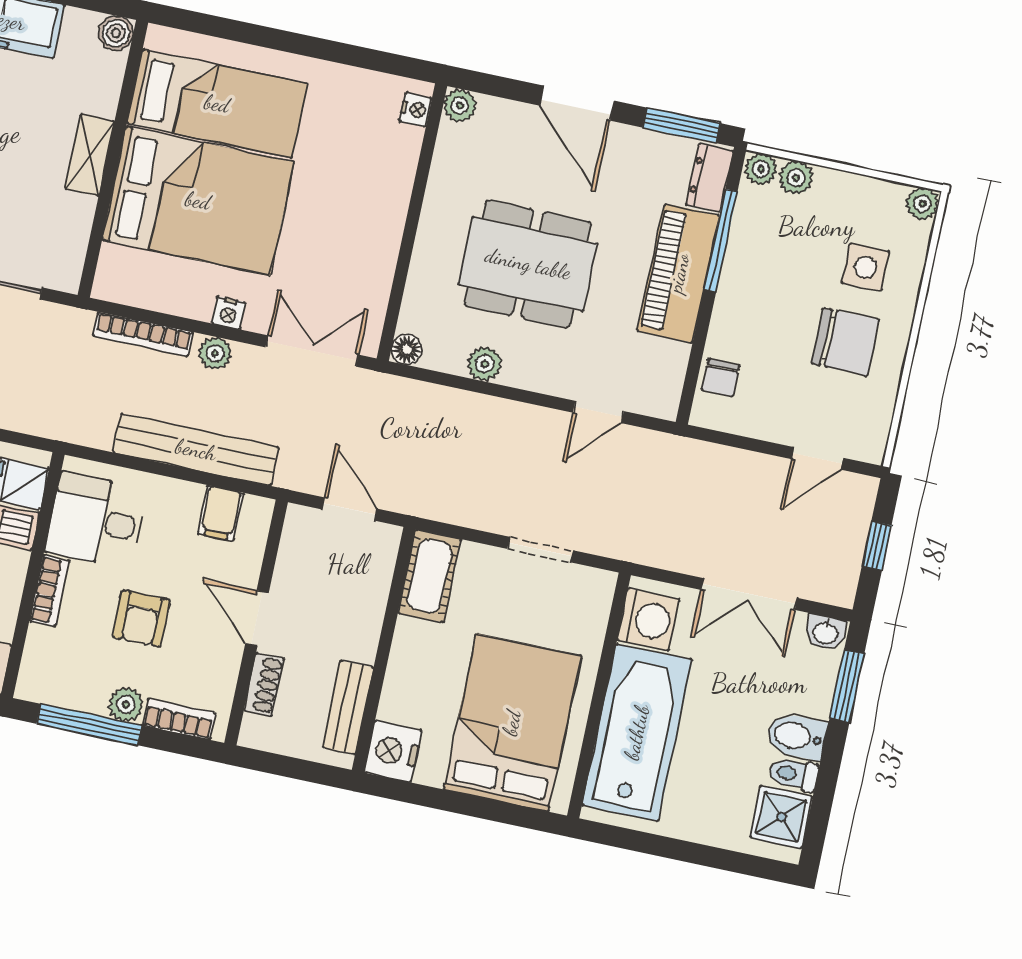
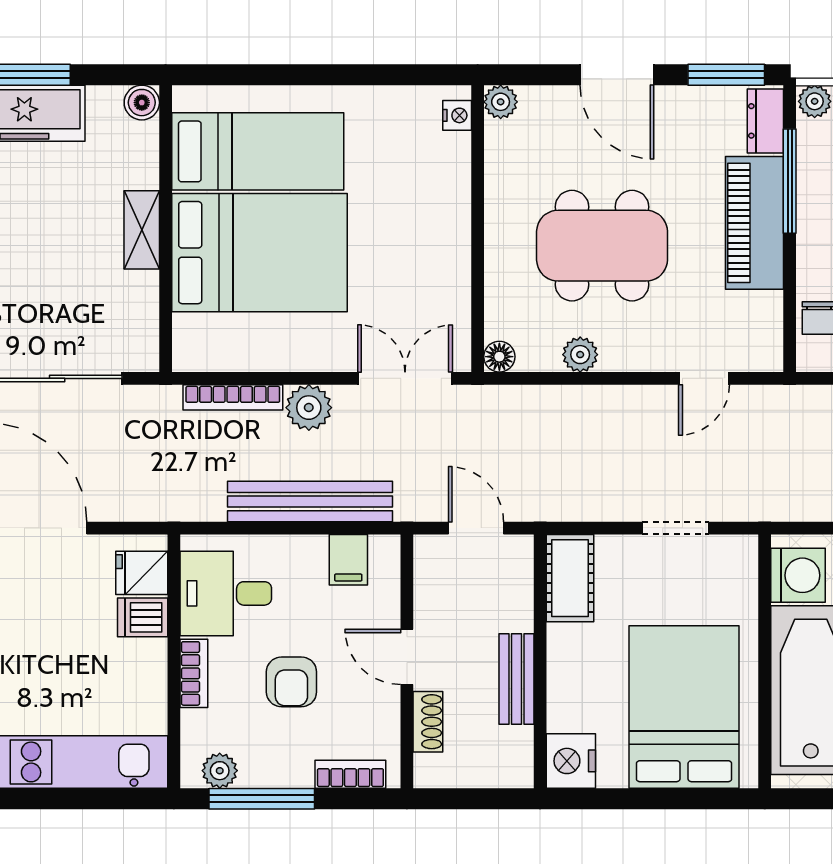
nightstand: (228, 313) -> (314, 358), removed
plant: (215, 353) -> (309, 408), width x1.38, depth x1.38
plant: (126, 704) -> (220, 771), moved
bench: (348, 707) -> (516, 679), moved

